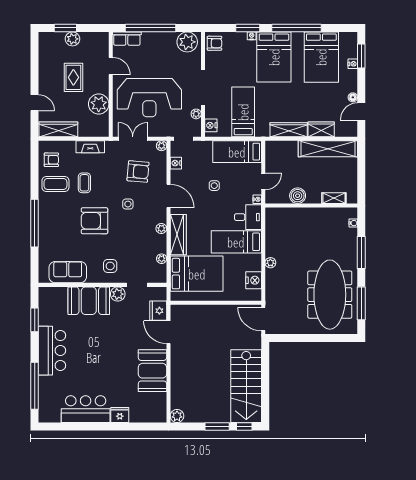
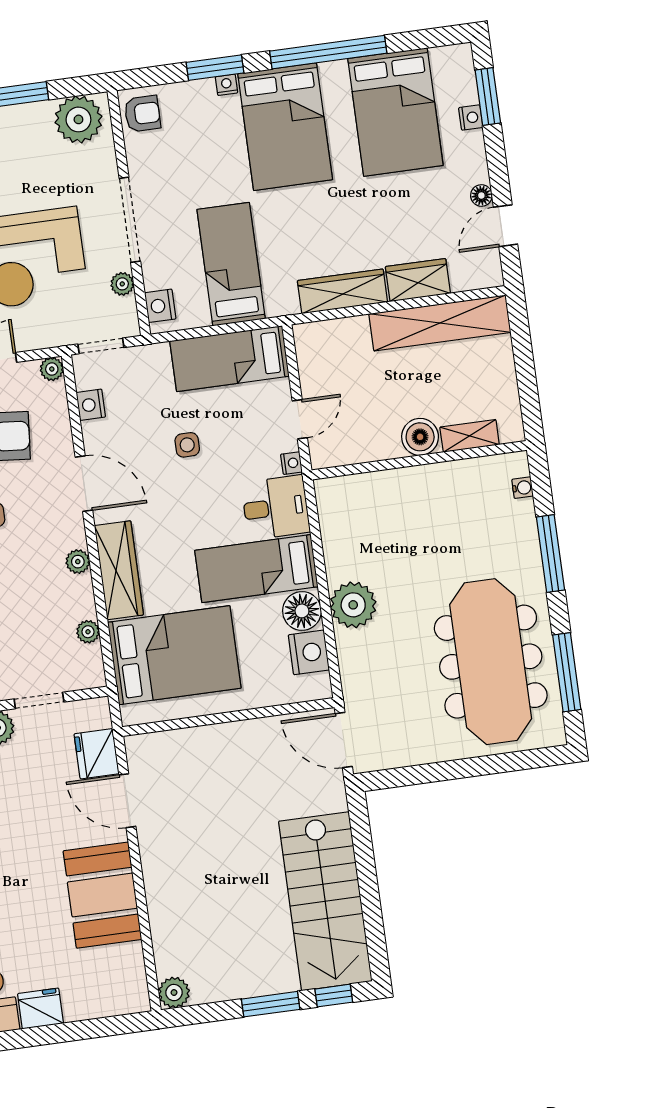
boiler: (298, 196) -> (420, 437), moved
floor lamp: (253, 262) -> (302, 611), added
plant: (270, 263) -> (353, 605), width x1.87, depth x1.87

